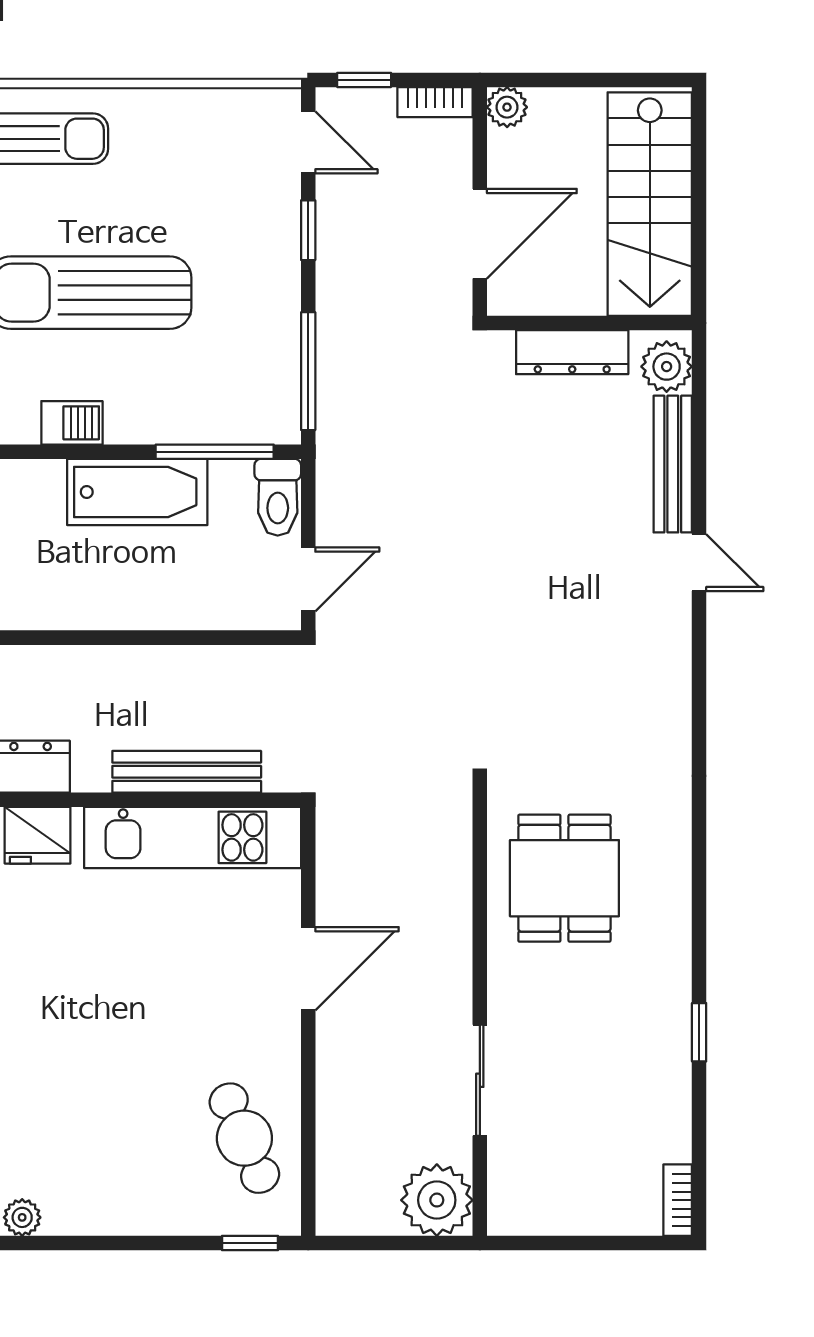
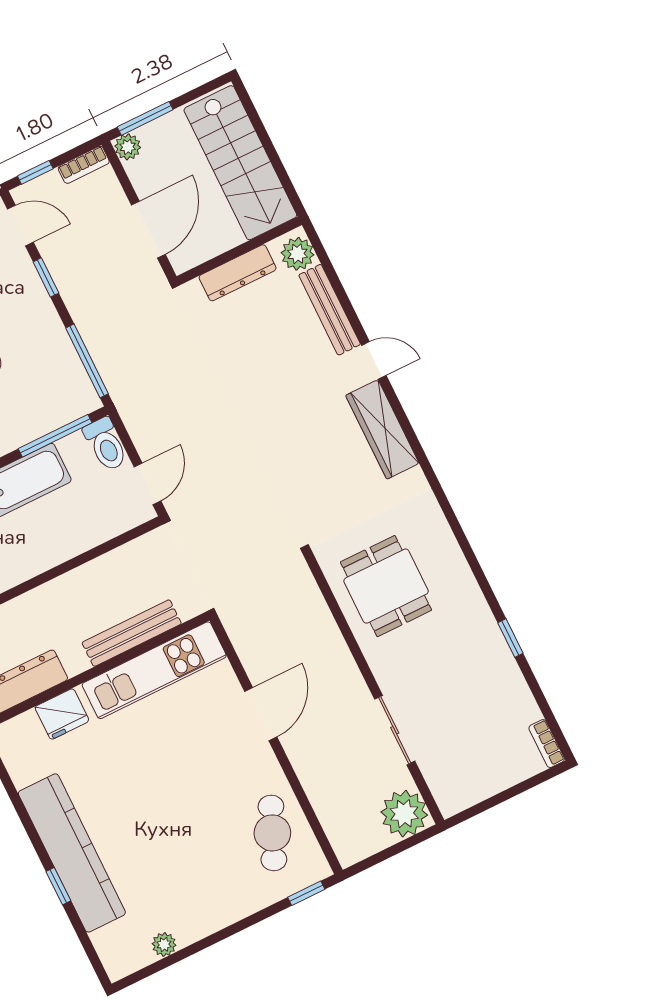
window: (550, 80) -> (145, 118), added
wardrobe: (664, 662) -> (382, 429), added
cafe table: (244, 1138) -> (272, 833), turned 46

